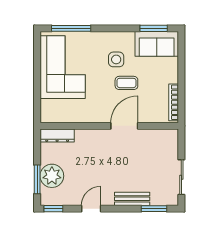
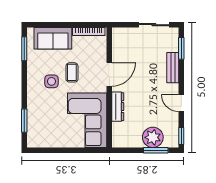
window: (71, 28) -> (24, 121), width x0.69
sofa: (157, 44) -> (53, 38), moved, turned 90
corner sofa: (63, 67) -> (87, 120), moved, turned -90
door: (124, 126) -> (109, 74), swing flipped
dresser: (57, 136) -> (118, 107), moved

